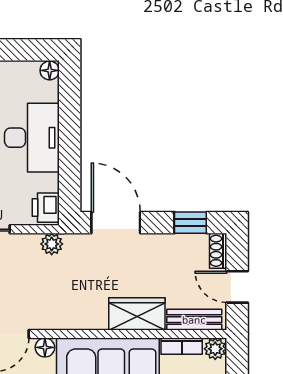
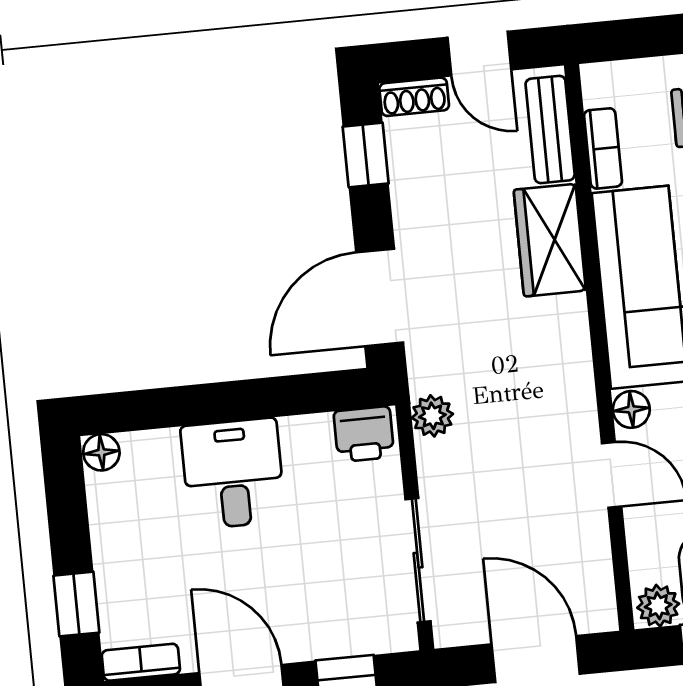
desk: (32, 138) -> (233, 474), width x0.73
door: (237, 287) -> (479, 54), hinge flipped
plant: (215, 349) -> (602, 84), removed

